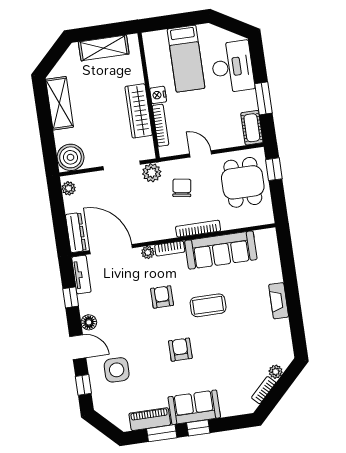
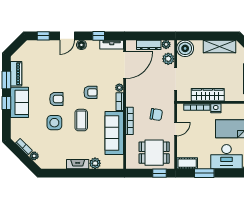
plant: (152, 173) -> (168, 59), moved
dresser: (76, 233) -> (149, 45), moved
plant: (273, 273) -> (95, 163), added
side table: (117, 370) -> (54, 123), moved

